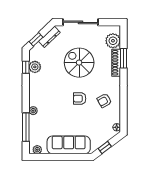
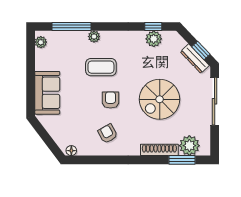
window: (36, 39) -> (201, 50), moved
window: (123, 58) -> (182, 160), moved
spiral stairs: (79, 63) -> (160, 99), turned 180
coffee table: (56, 106) -> (101, 67), added
sofa: (69, 145) -> (47, 93), width x0.73
window: (105, 148) -> (44, 134), removed

